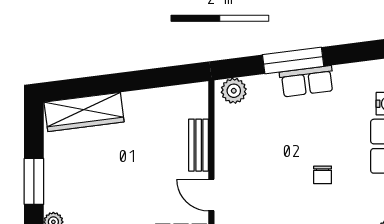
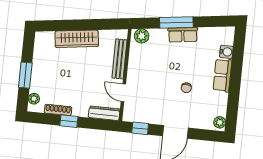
wardrobe: (84, 112) -> (77, 39), moved
bench: (199, 145) -> (120, 59), width x1.36

